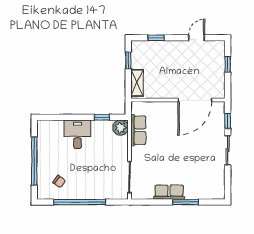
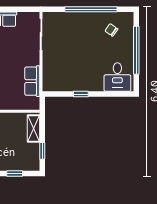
window: (102, 117) -> (81, 94), moved
plant: (121, 128) -> (50, 84), removed
desk: (78, 134) -> (117, 77), moved

